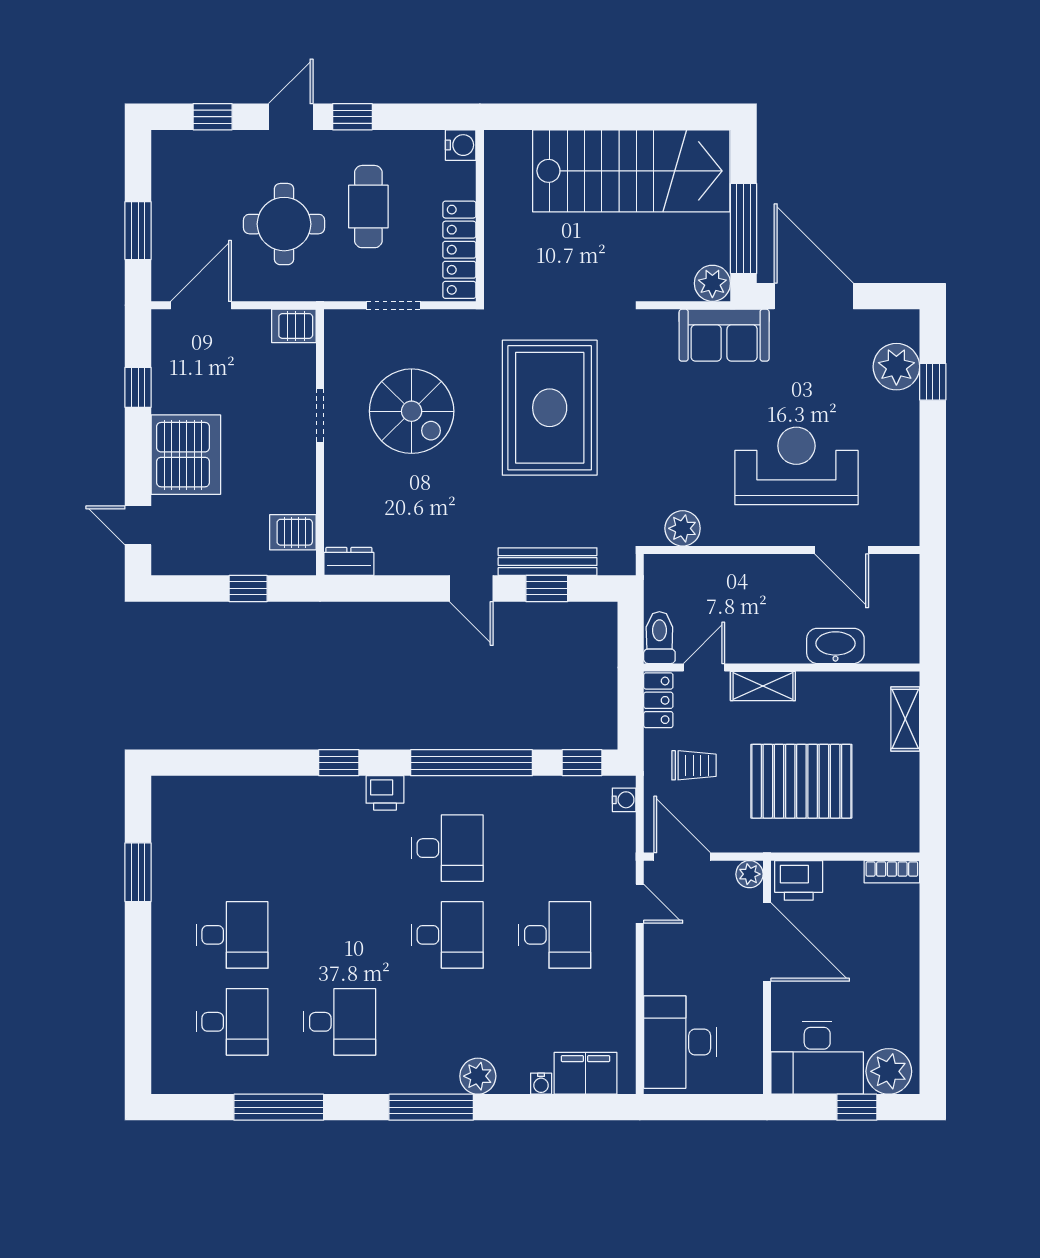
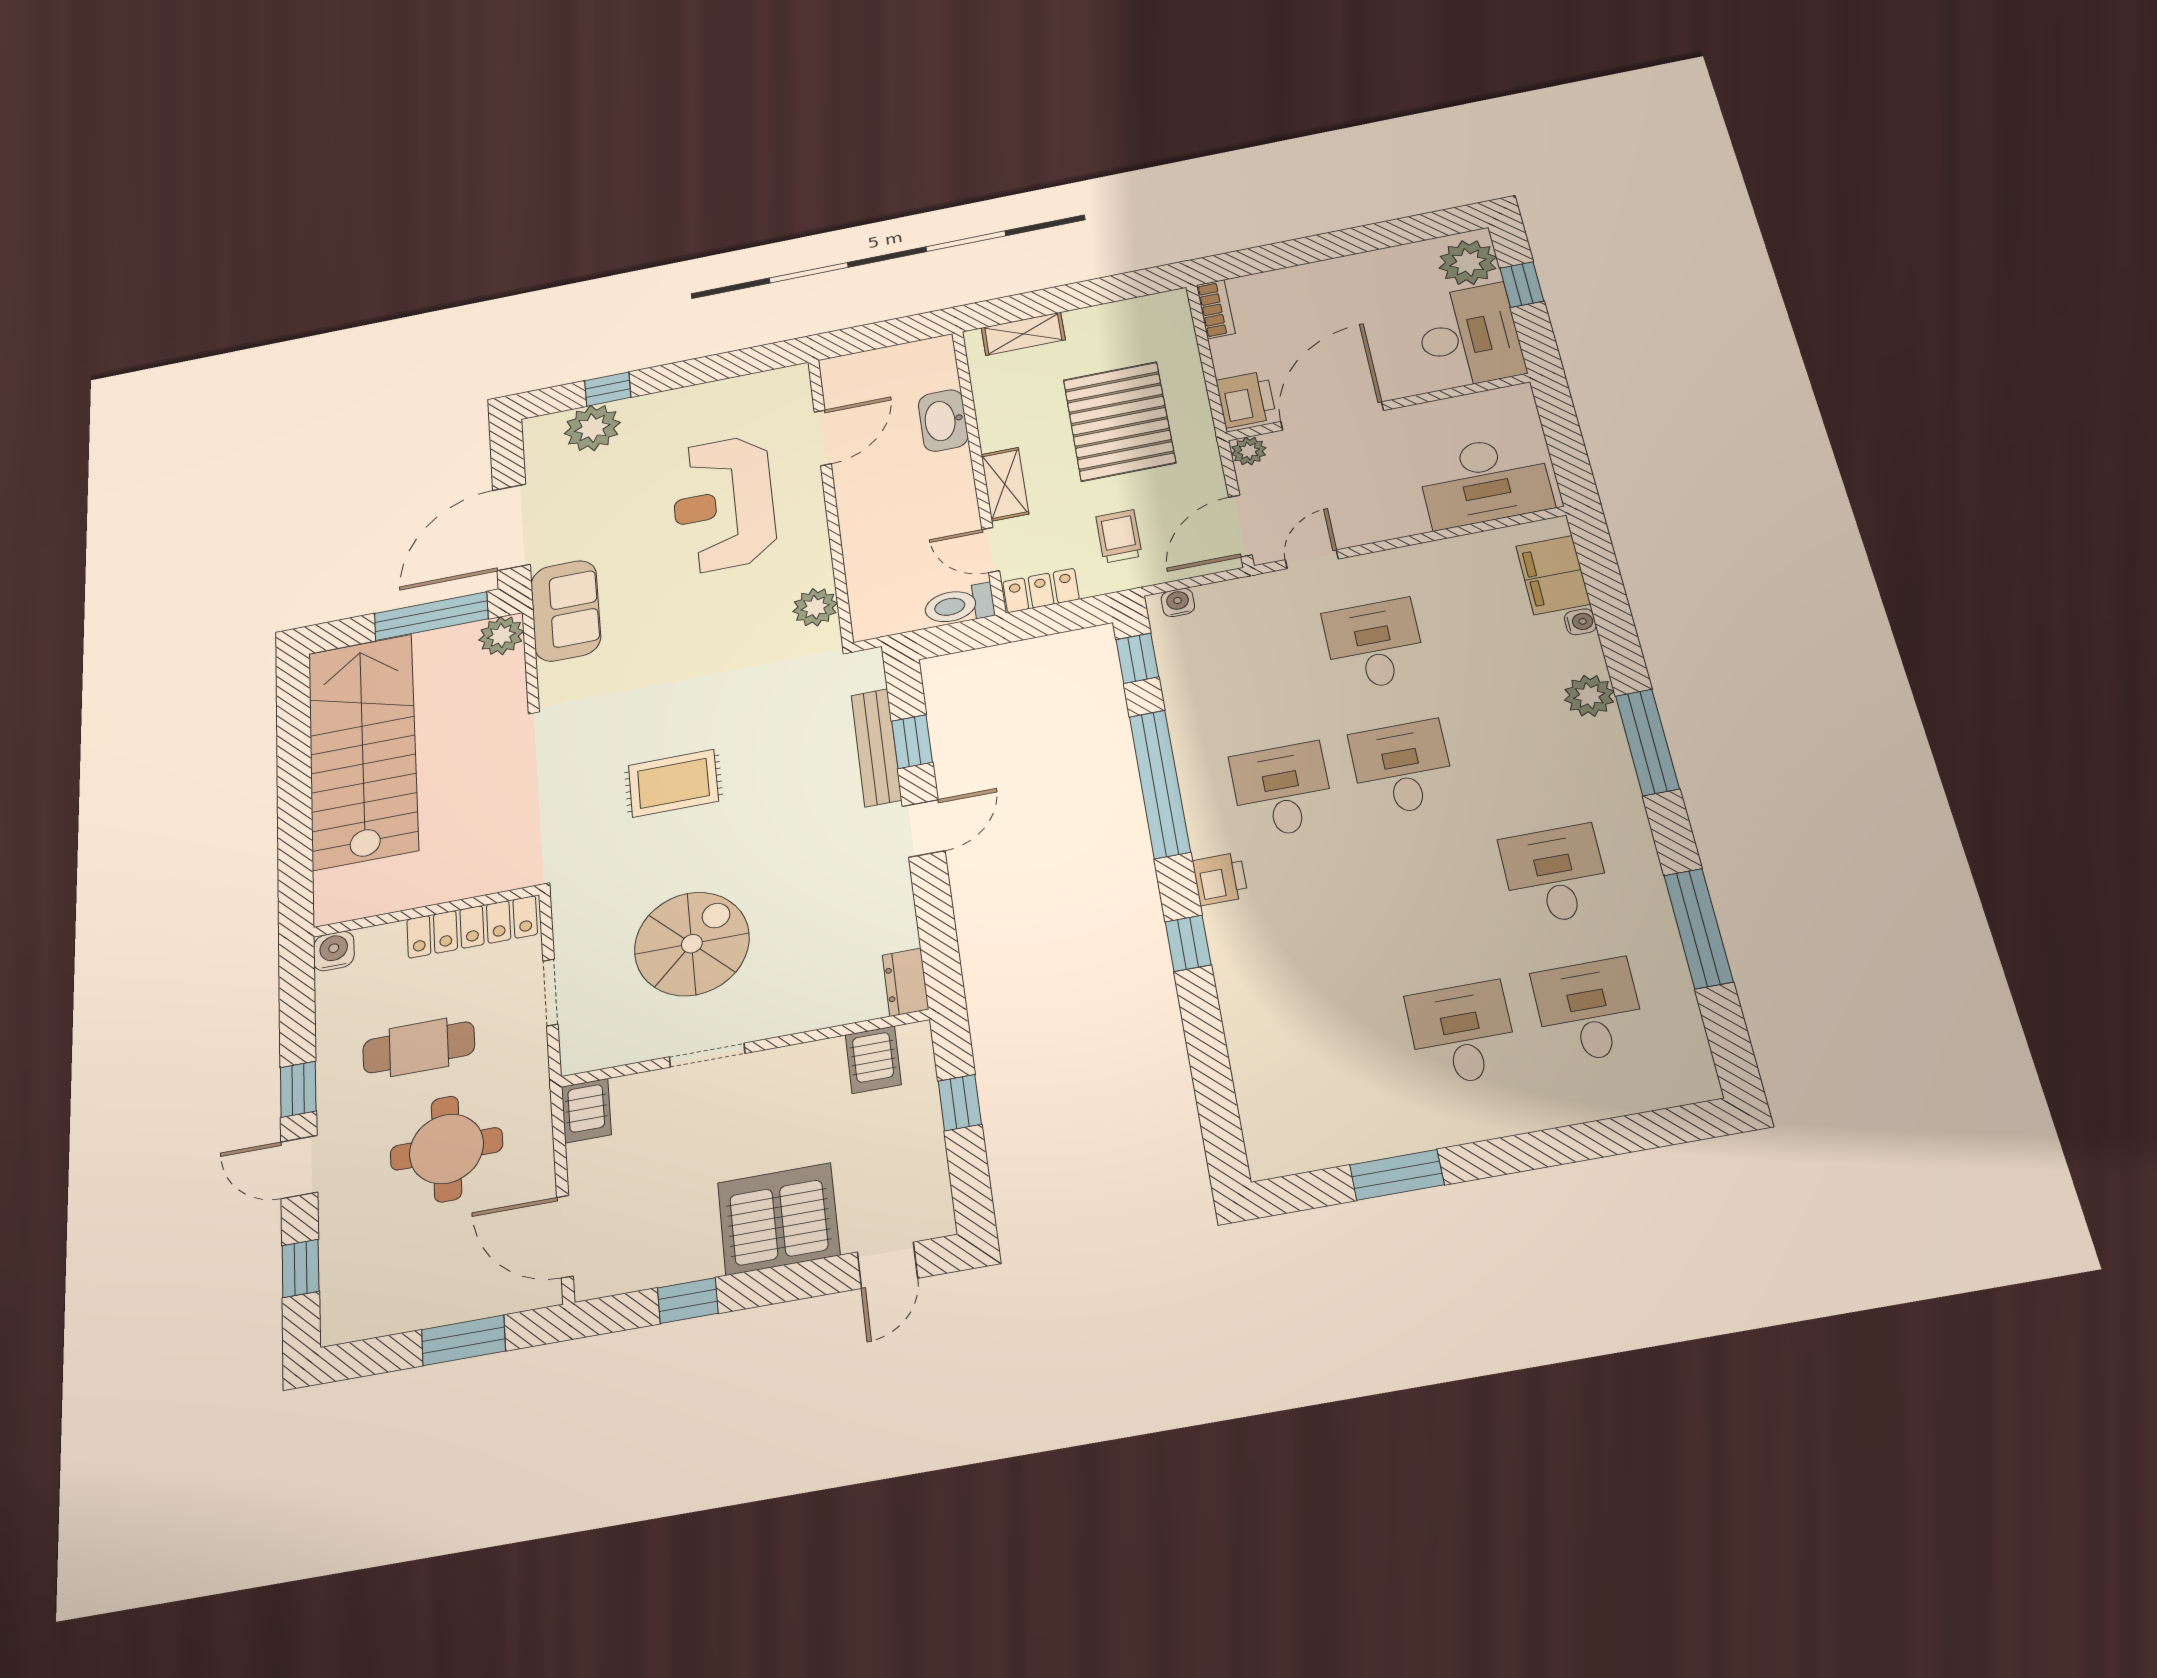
rug: (550, 408) -> (673, 783), width x0.54, depth x0.49

